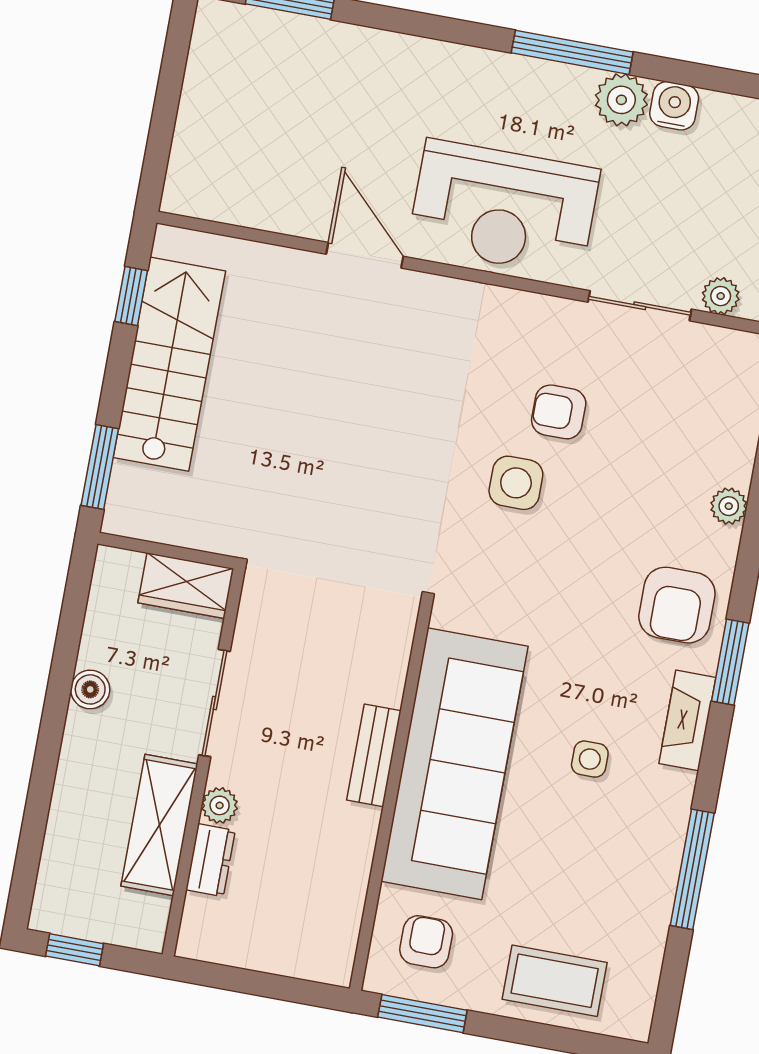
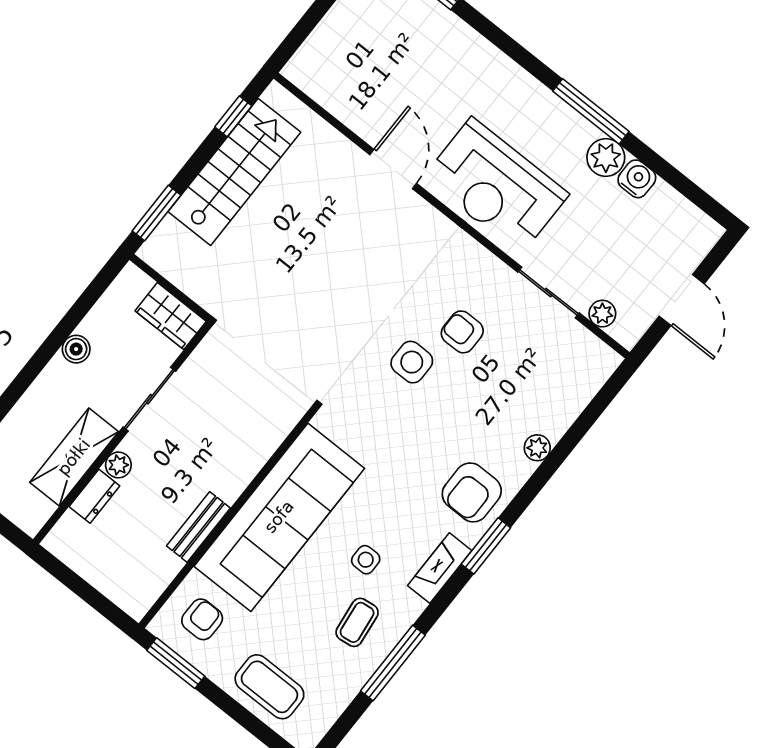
bench: (374, 755) -> (198, 527), moved
coffee table: (621, 843) -> (357, 622), added

